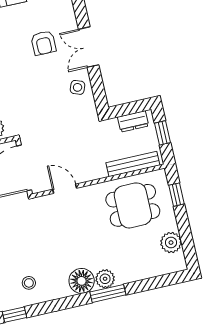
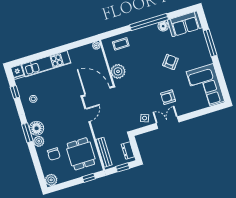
plant: (171, 243) -> (51, 180), moved
chair: (130, 254) -> (54, 154), added
window: (108, 293) -> (27, 133), moved

